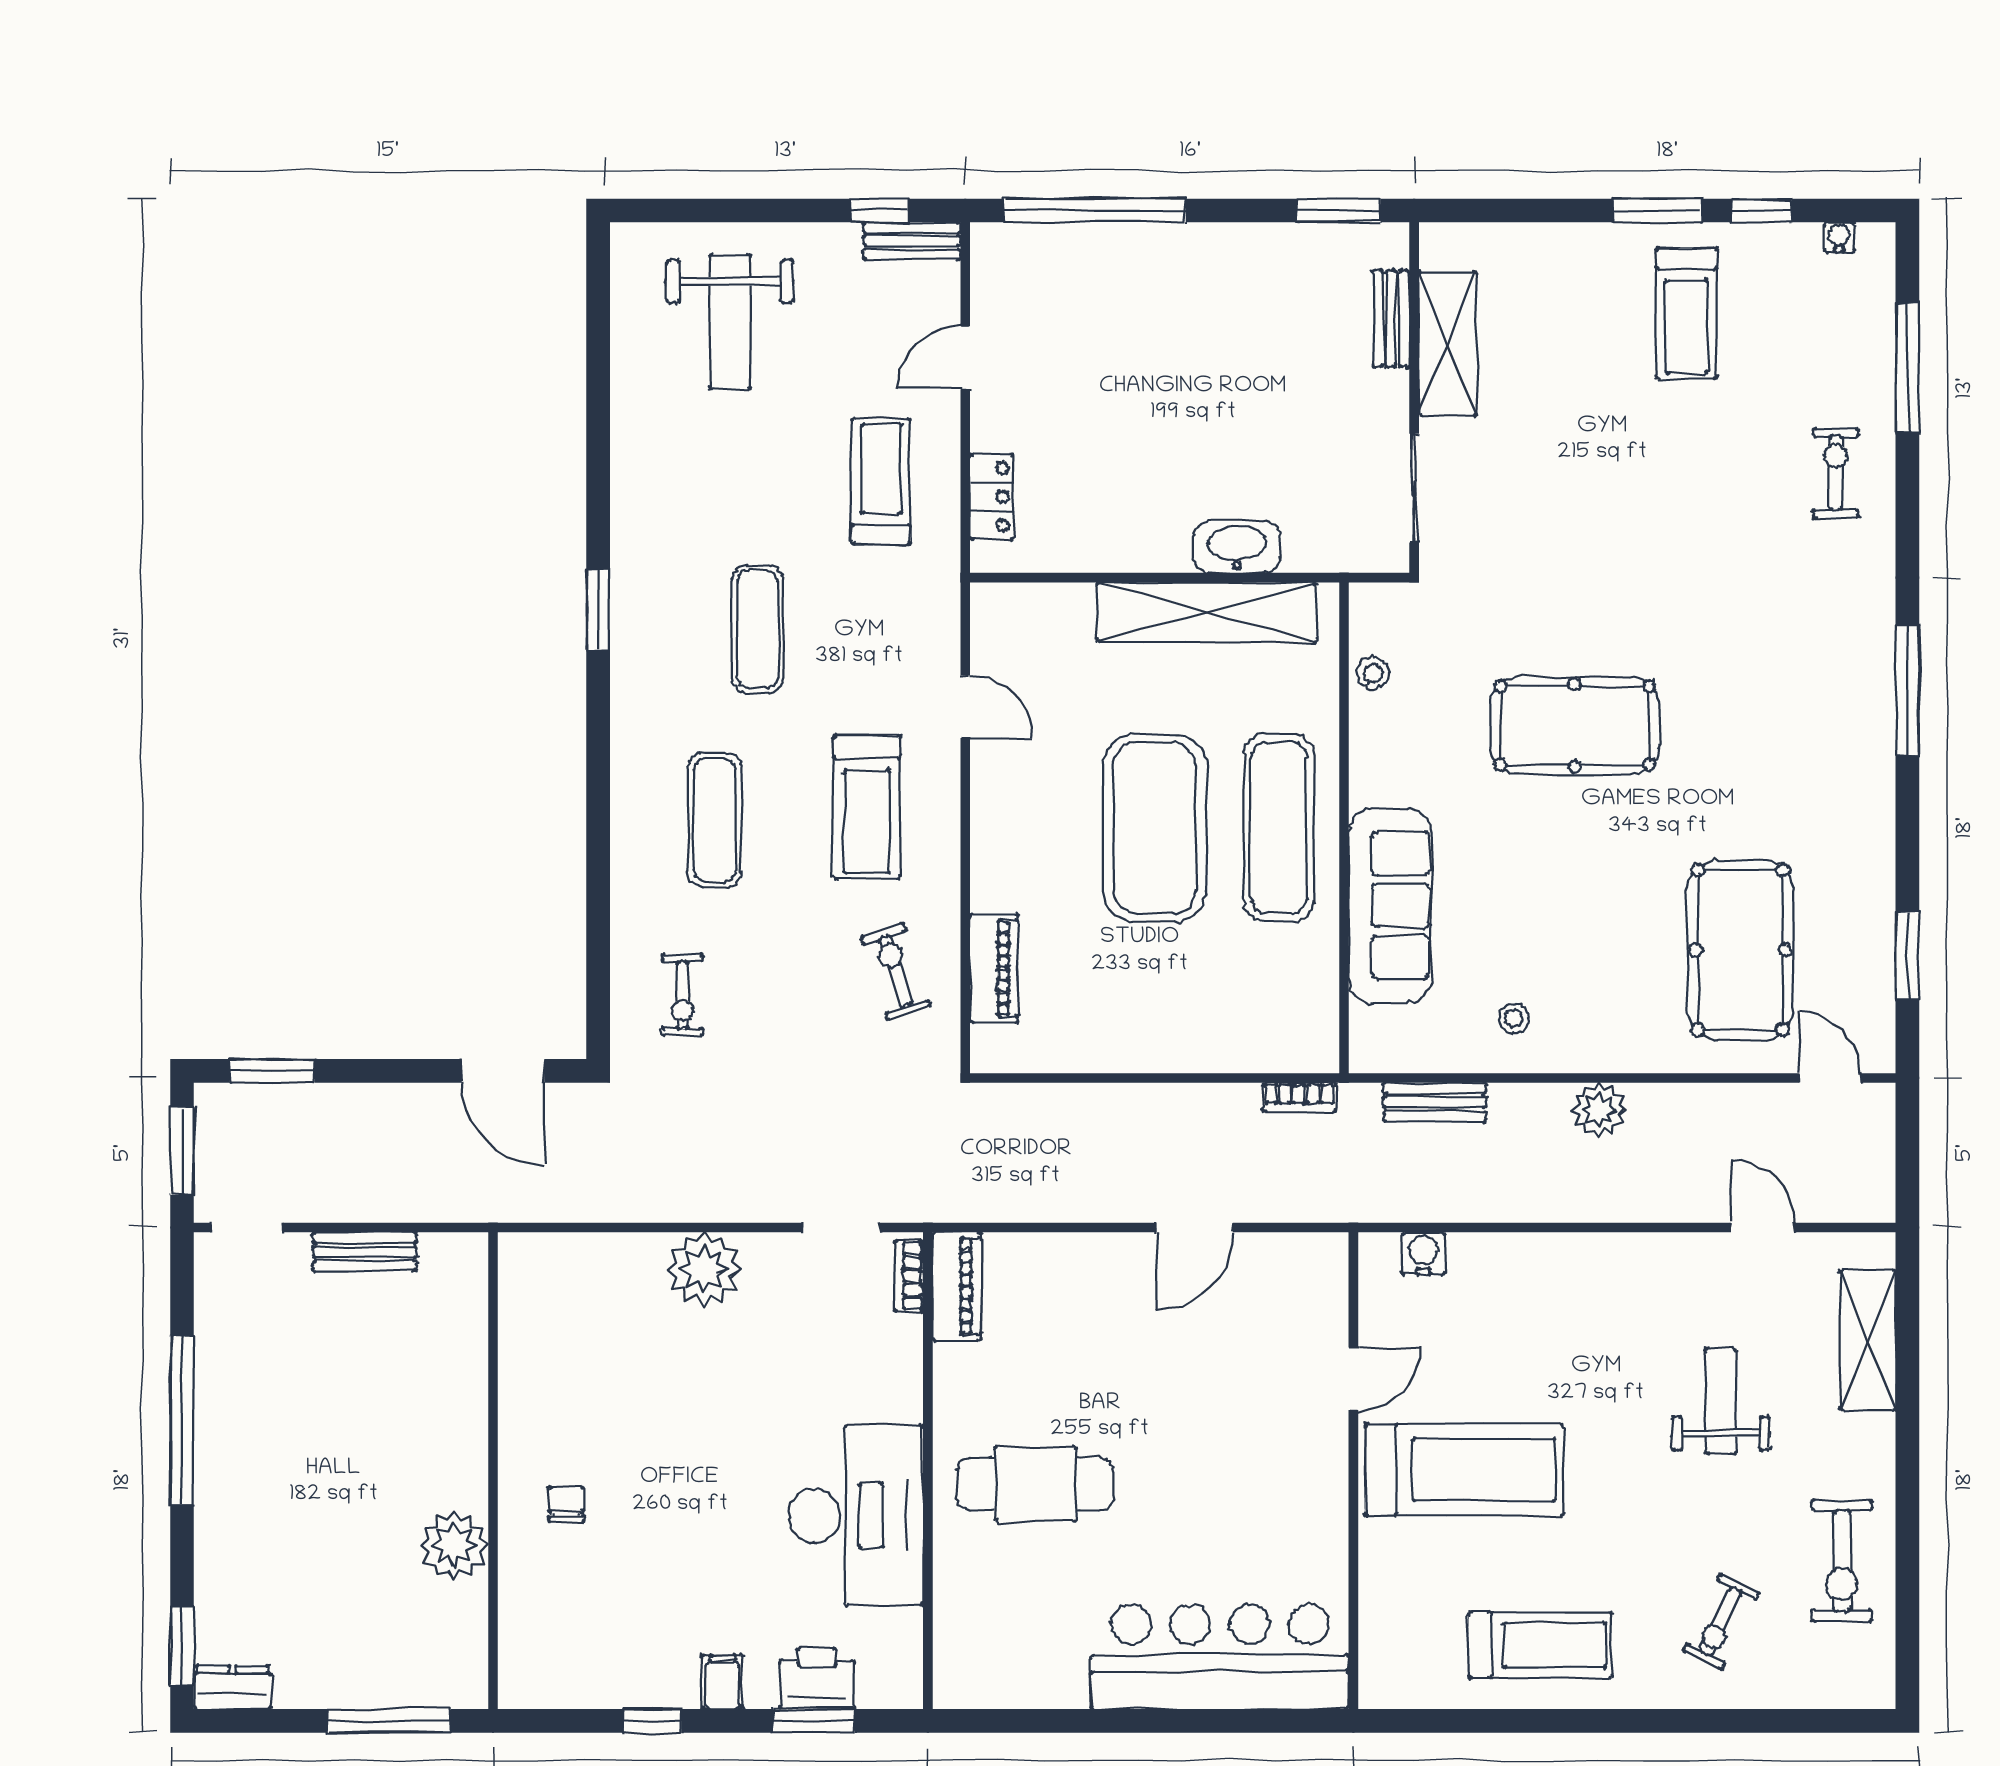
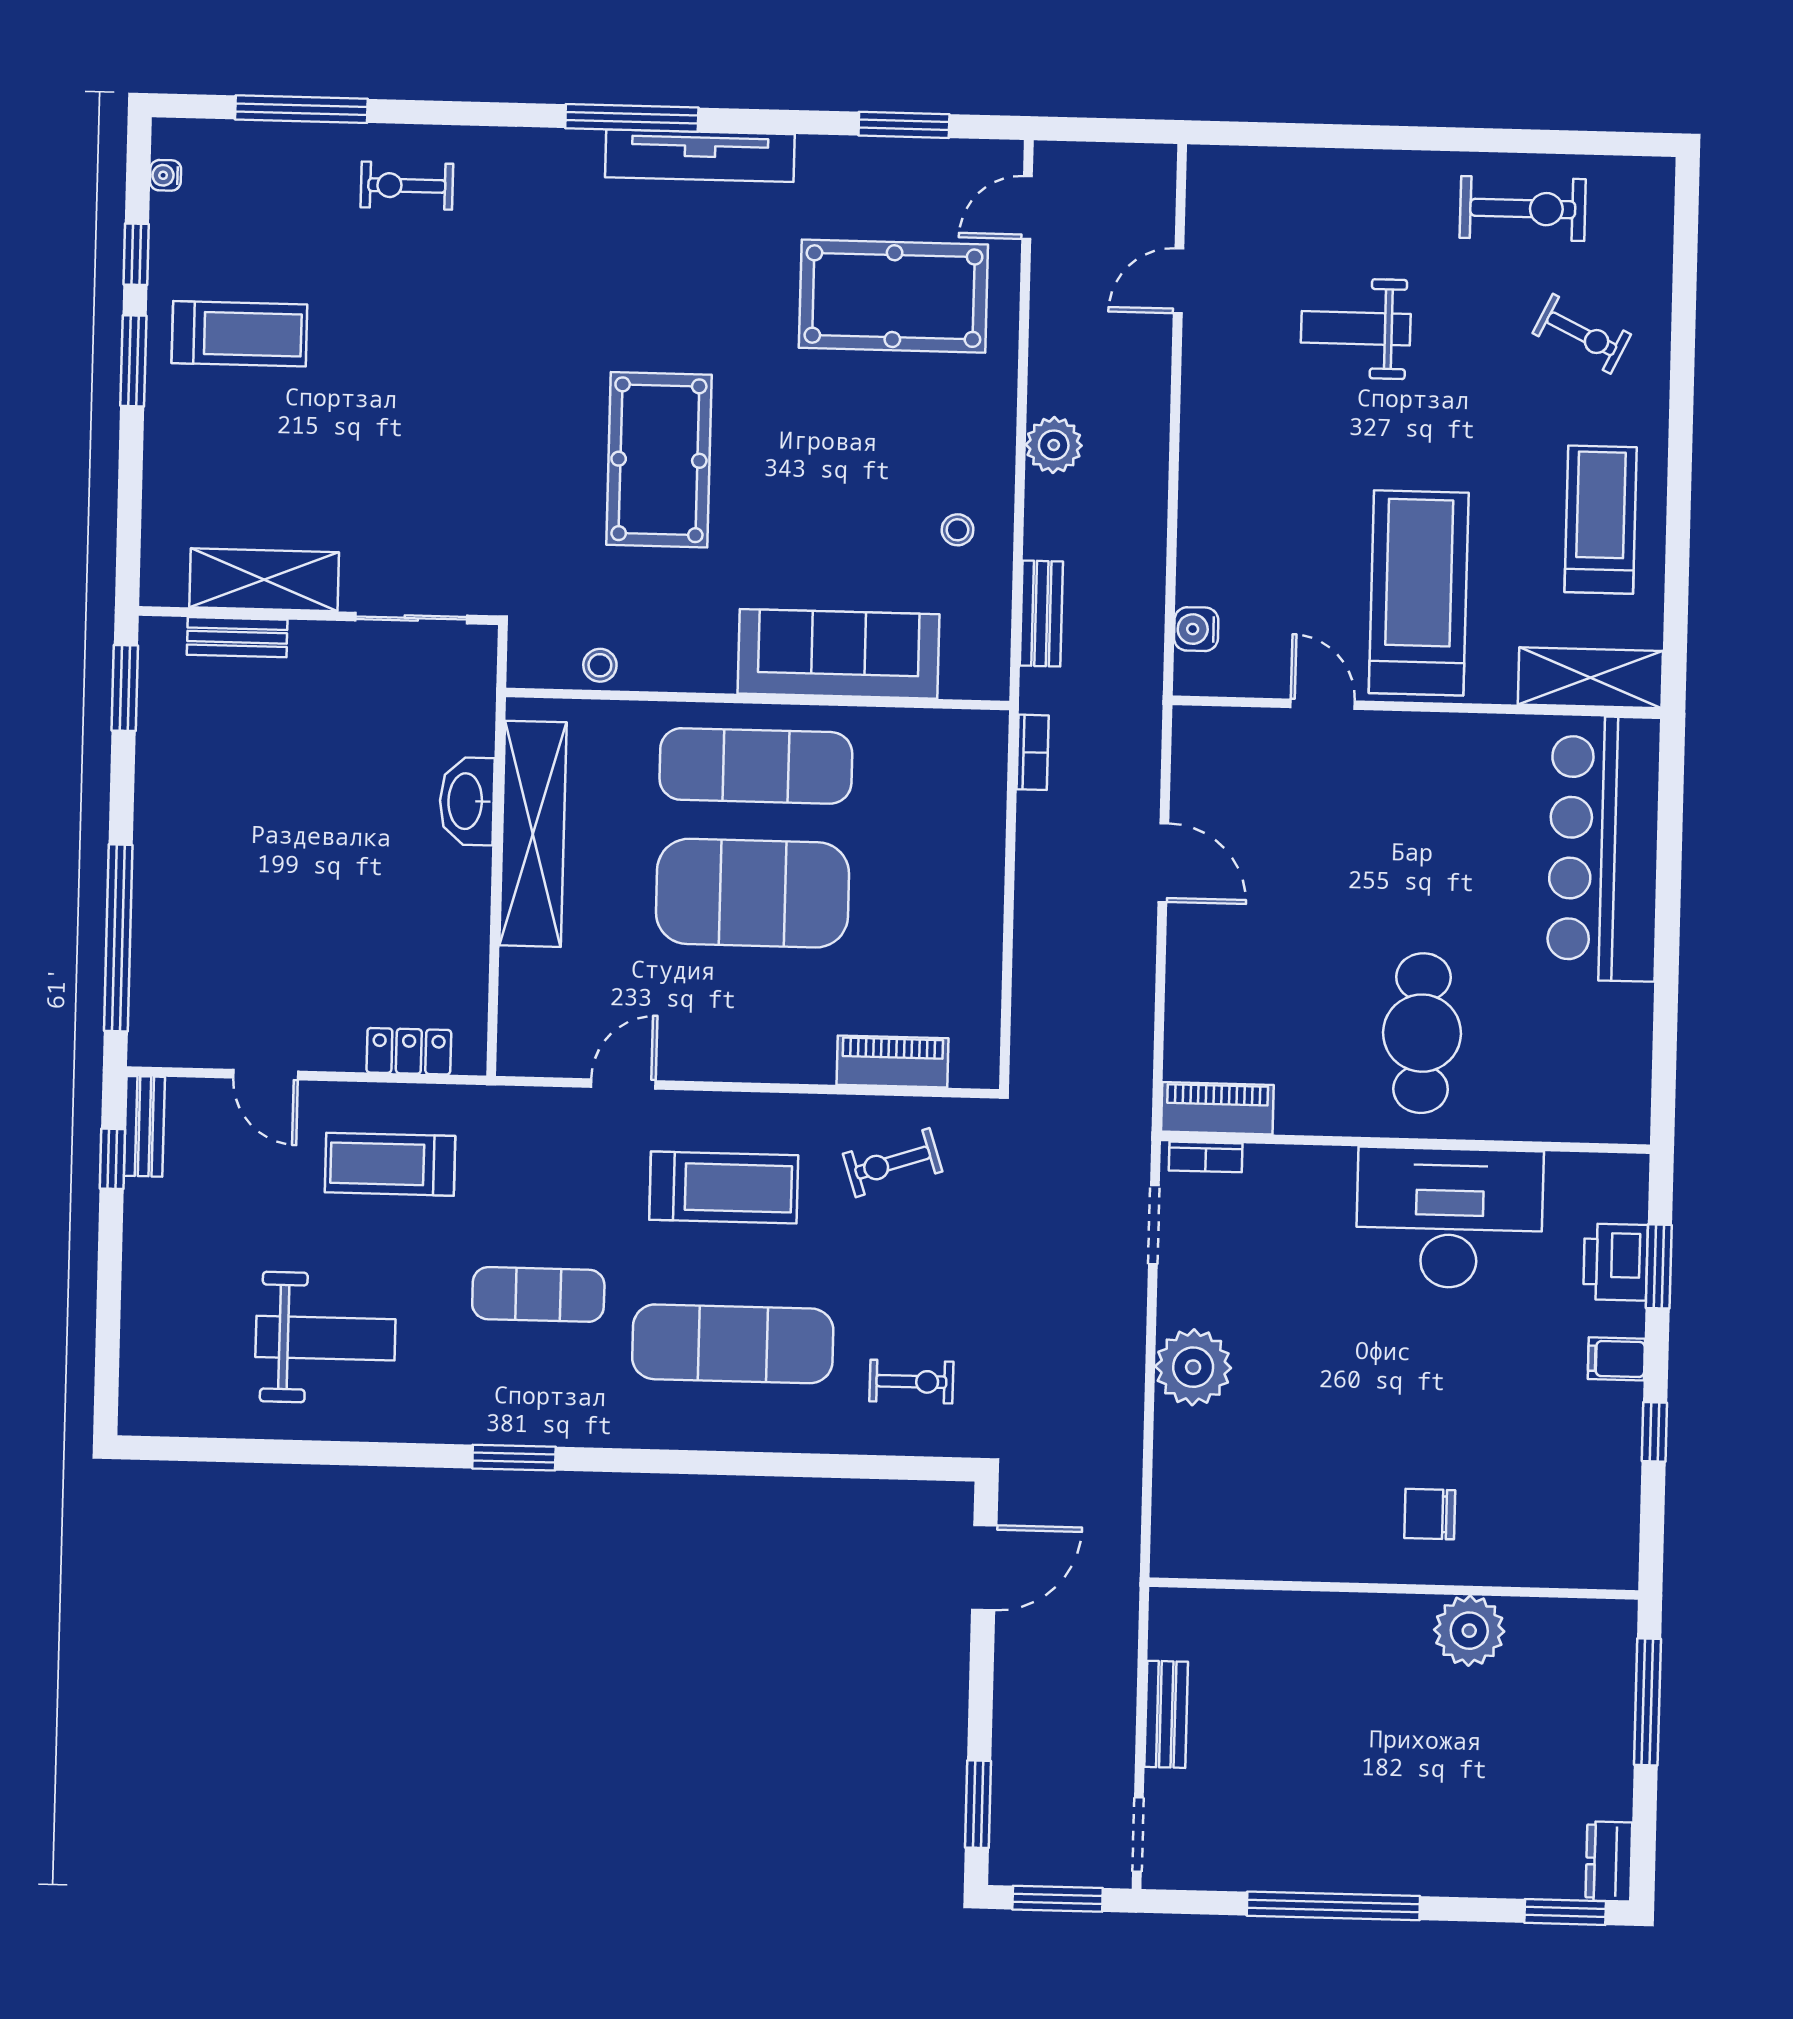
weight bench: (730, 322) -> (325, 1338), moved
tv unit: (1872, 758) -> (700, 156), added
exercise mat: (715, 820) -> (733, 1344), width x1.36, depth x1.45
shelving: (1868, 1340) -> (1590, 678), moved
chair: (567, 1504) -> (1430, 1514), width x1.37, depth x1.37

